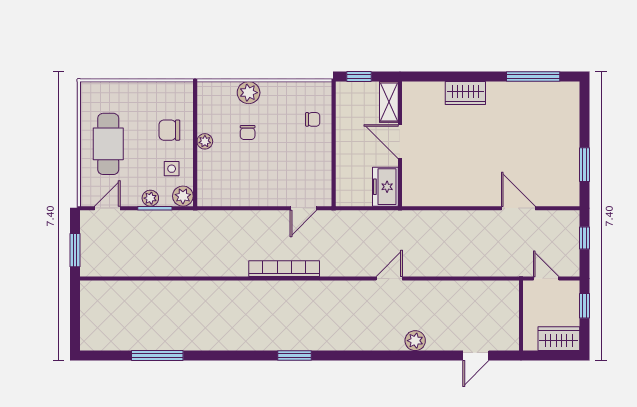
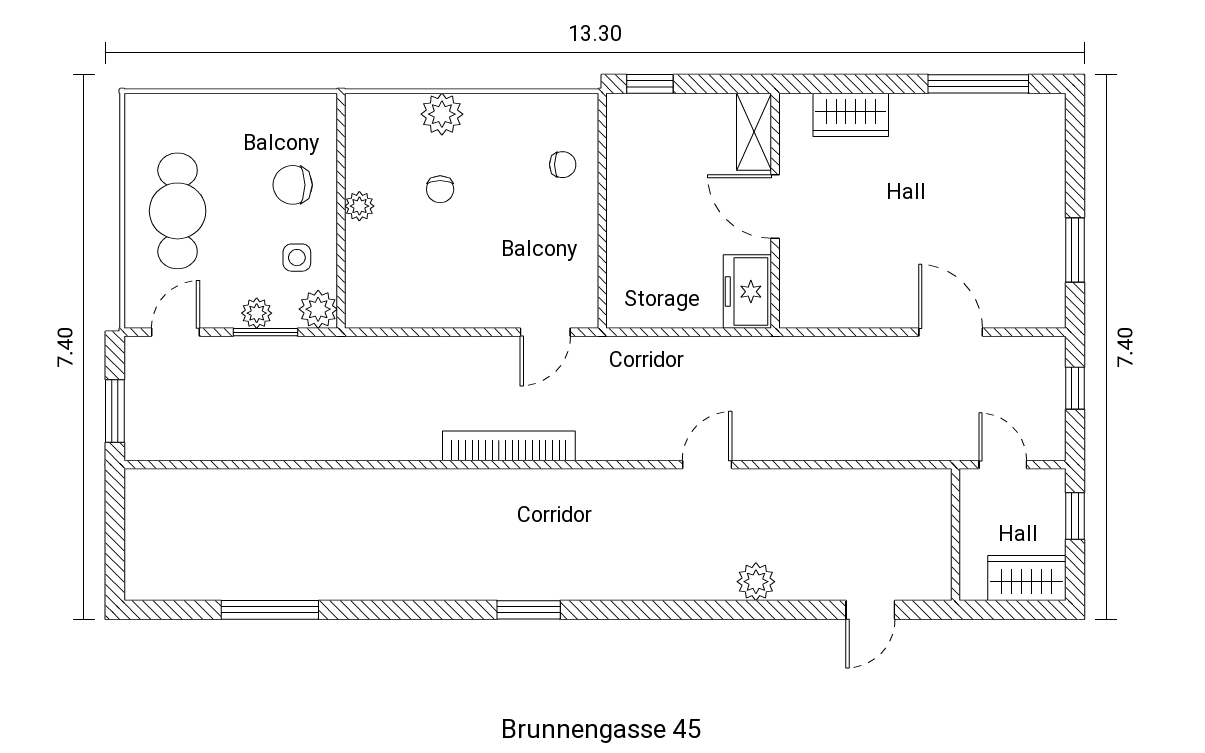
shelving: (389, 102) -> (754, 132), moved
door: (400, 142) -> (775, 206), moved
wall: (400, 144) -> (775, 211), moved
freezer: (385, 187) -> (747, 292), moved

